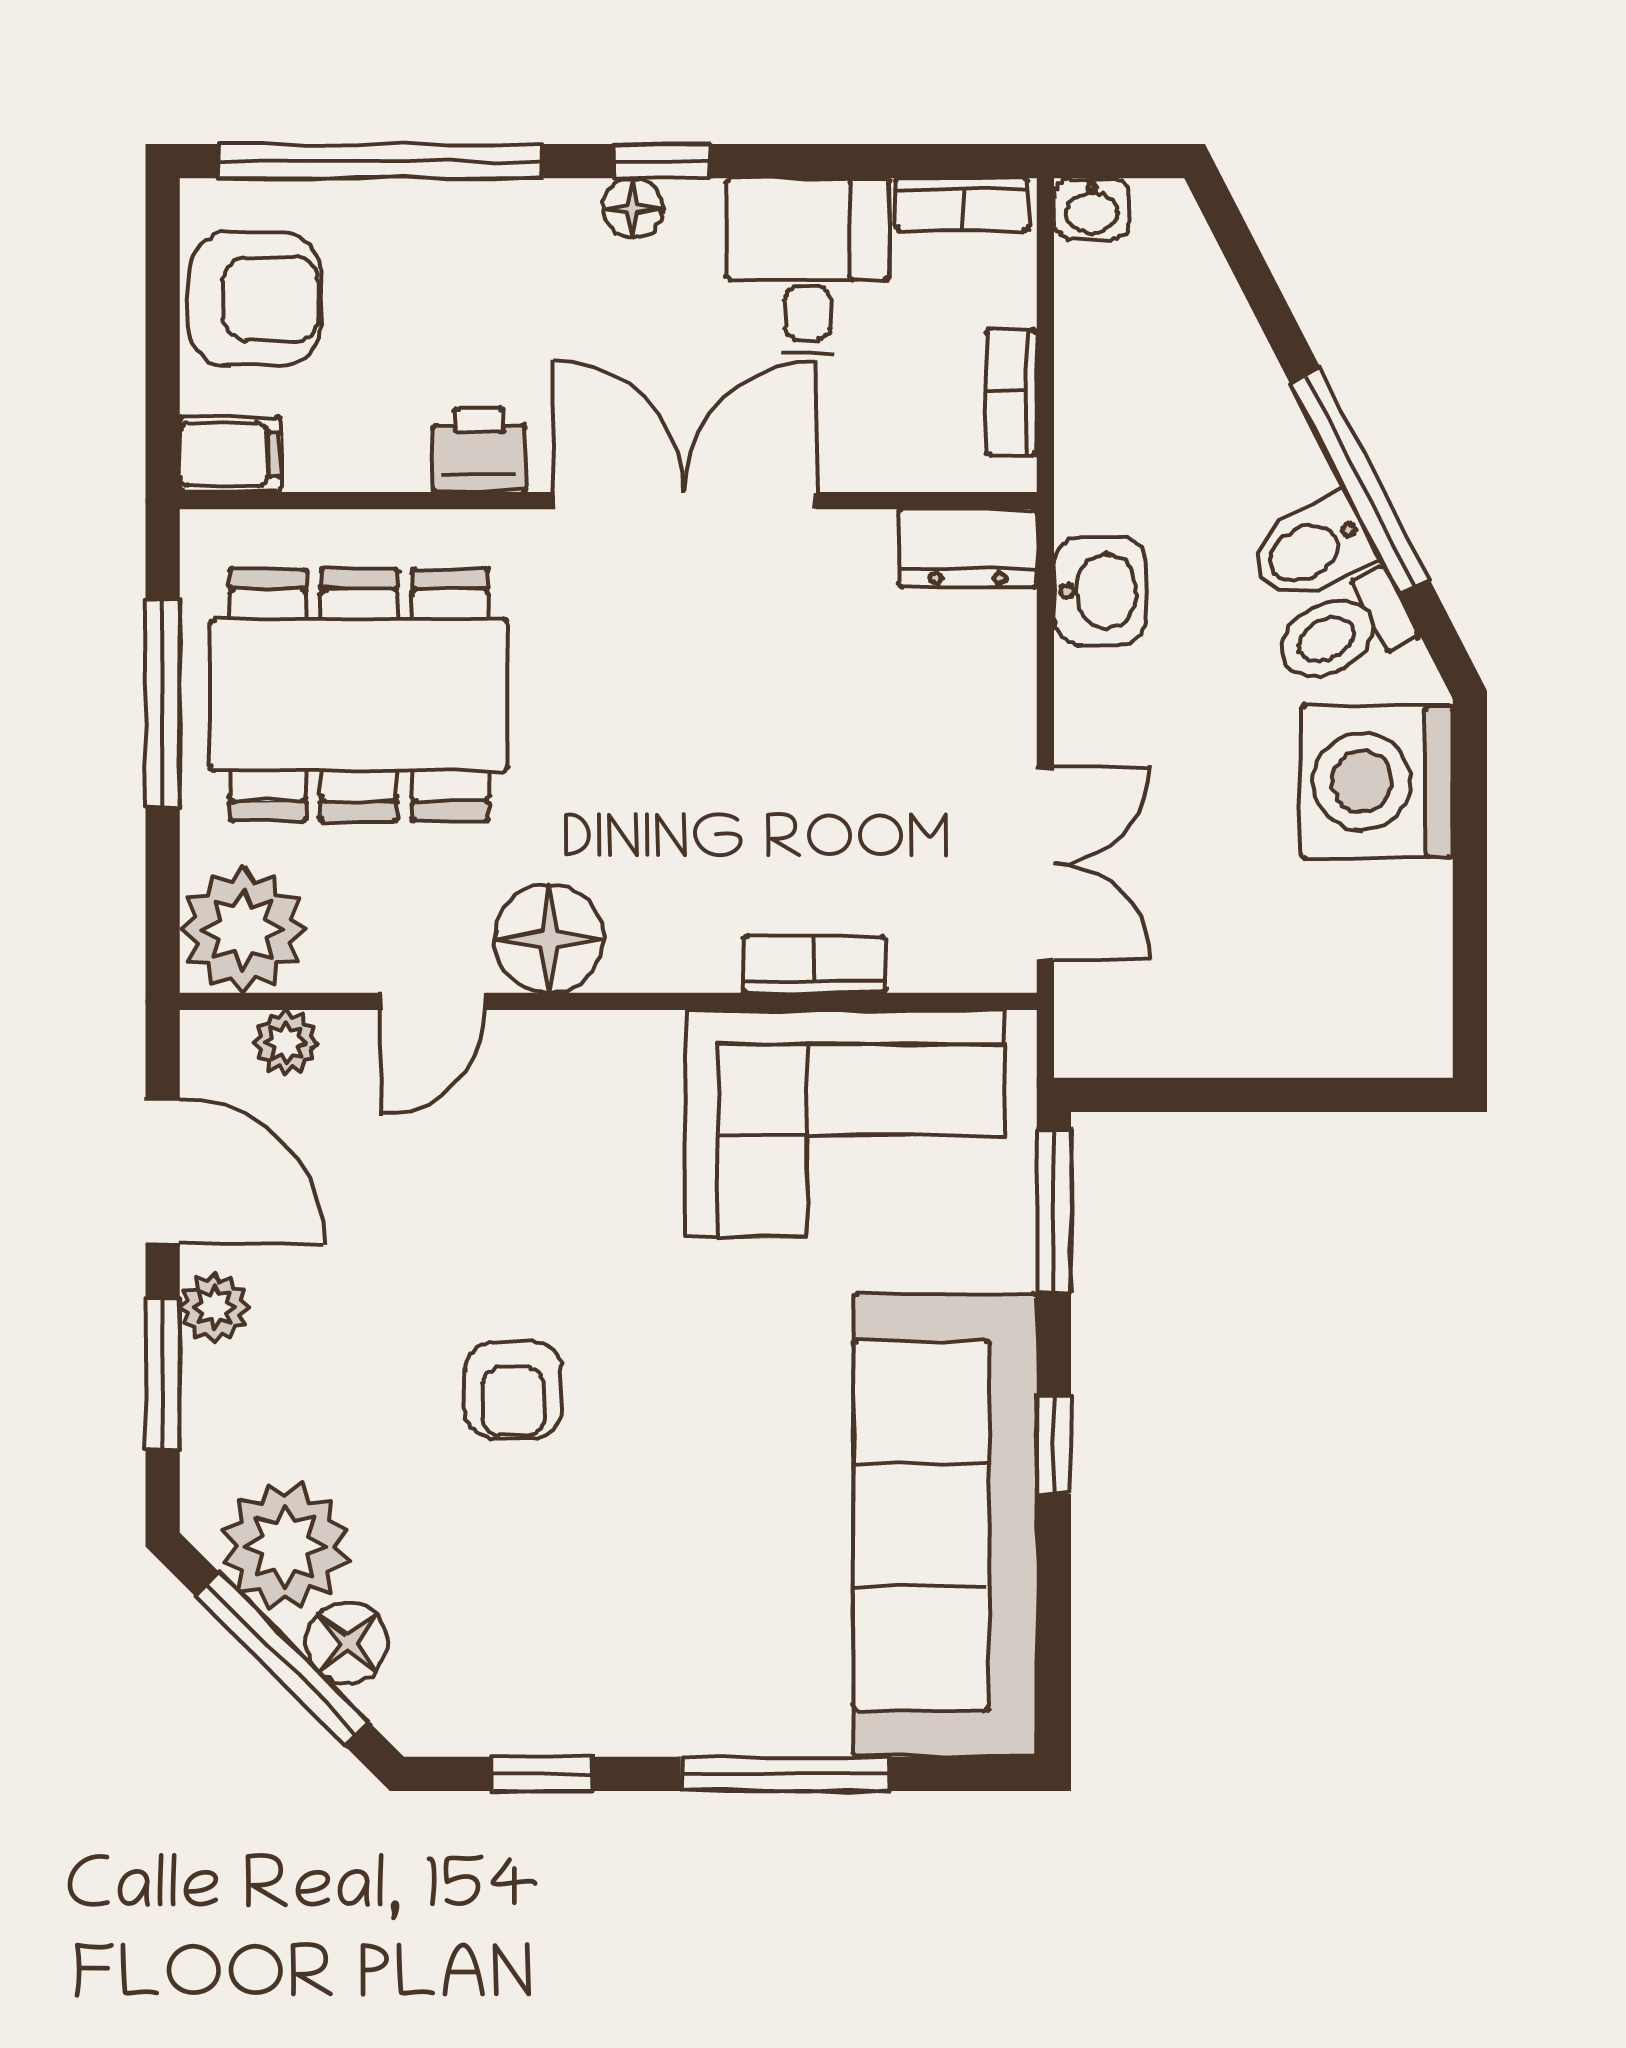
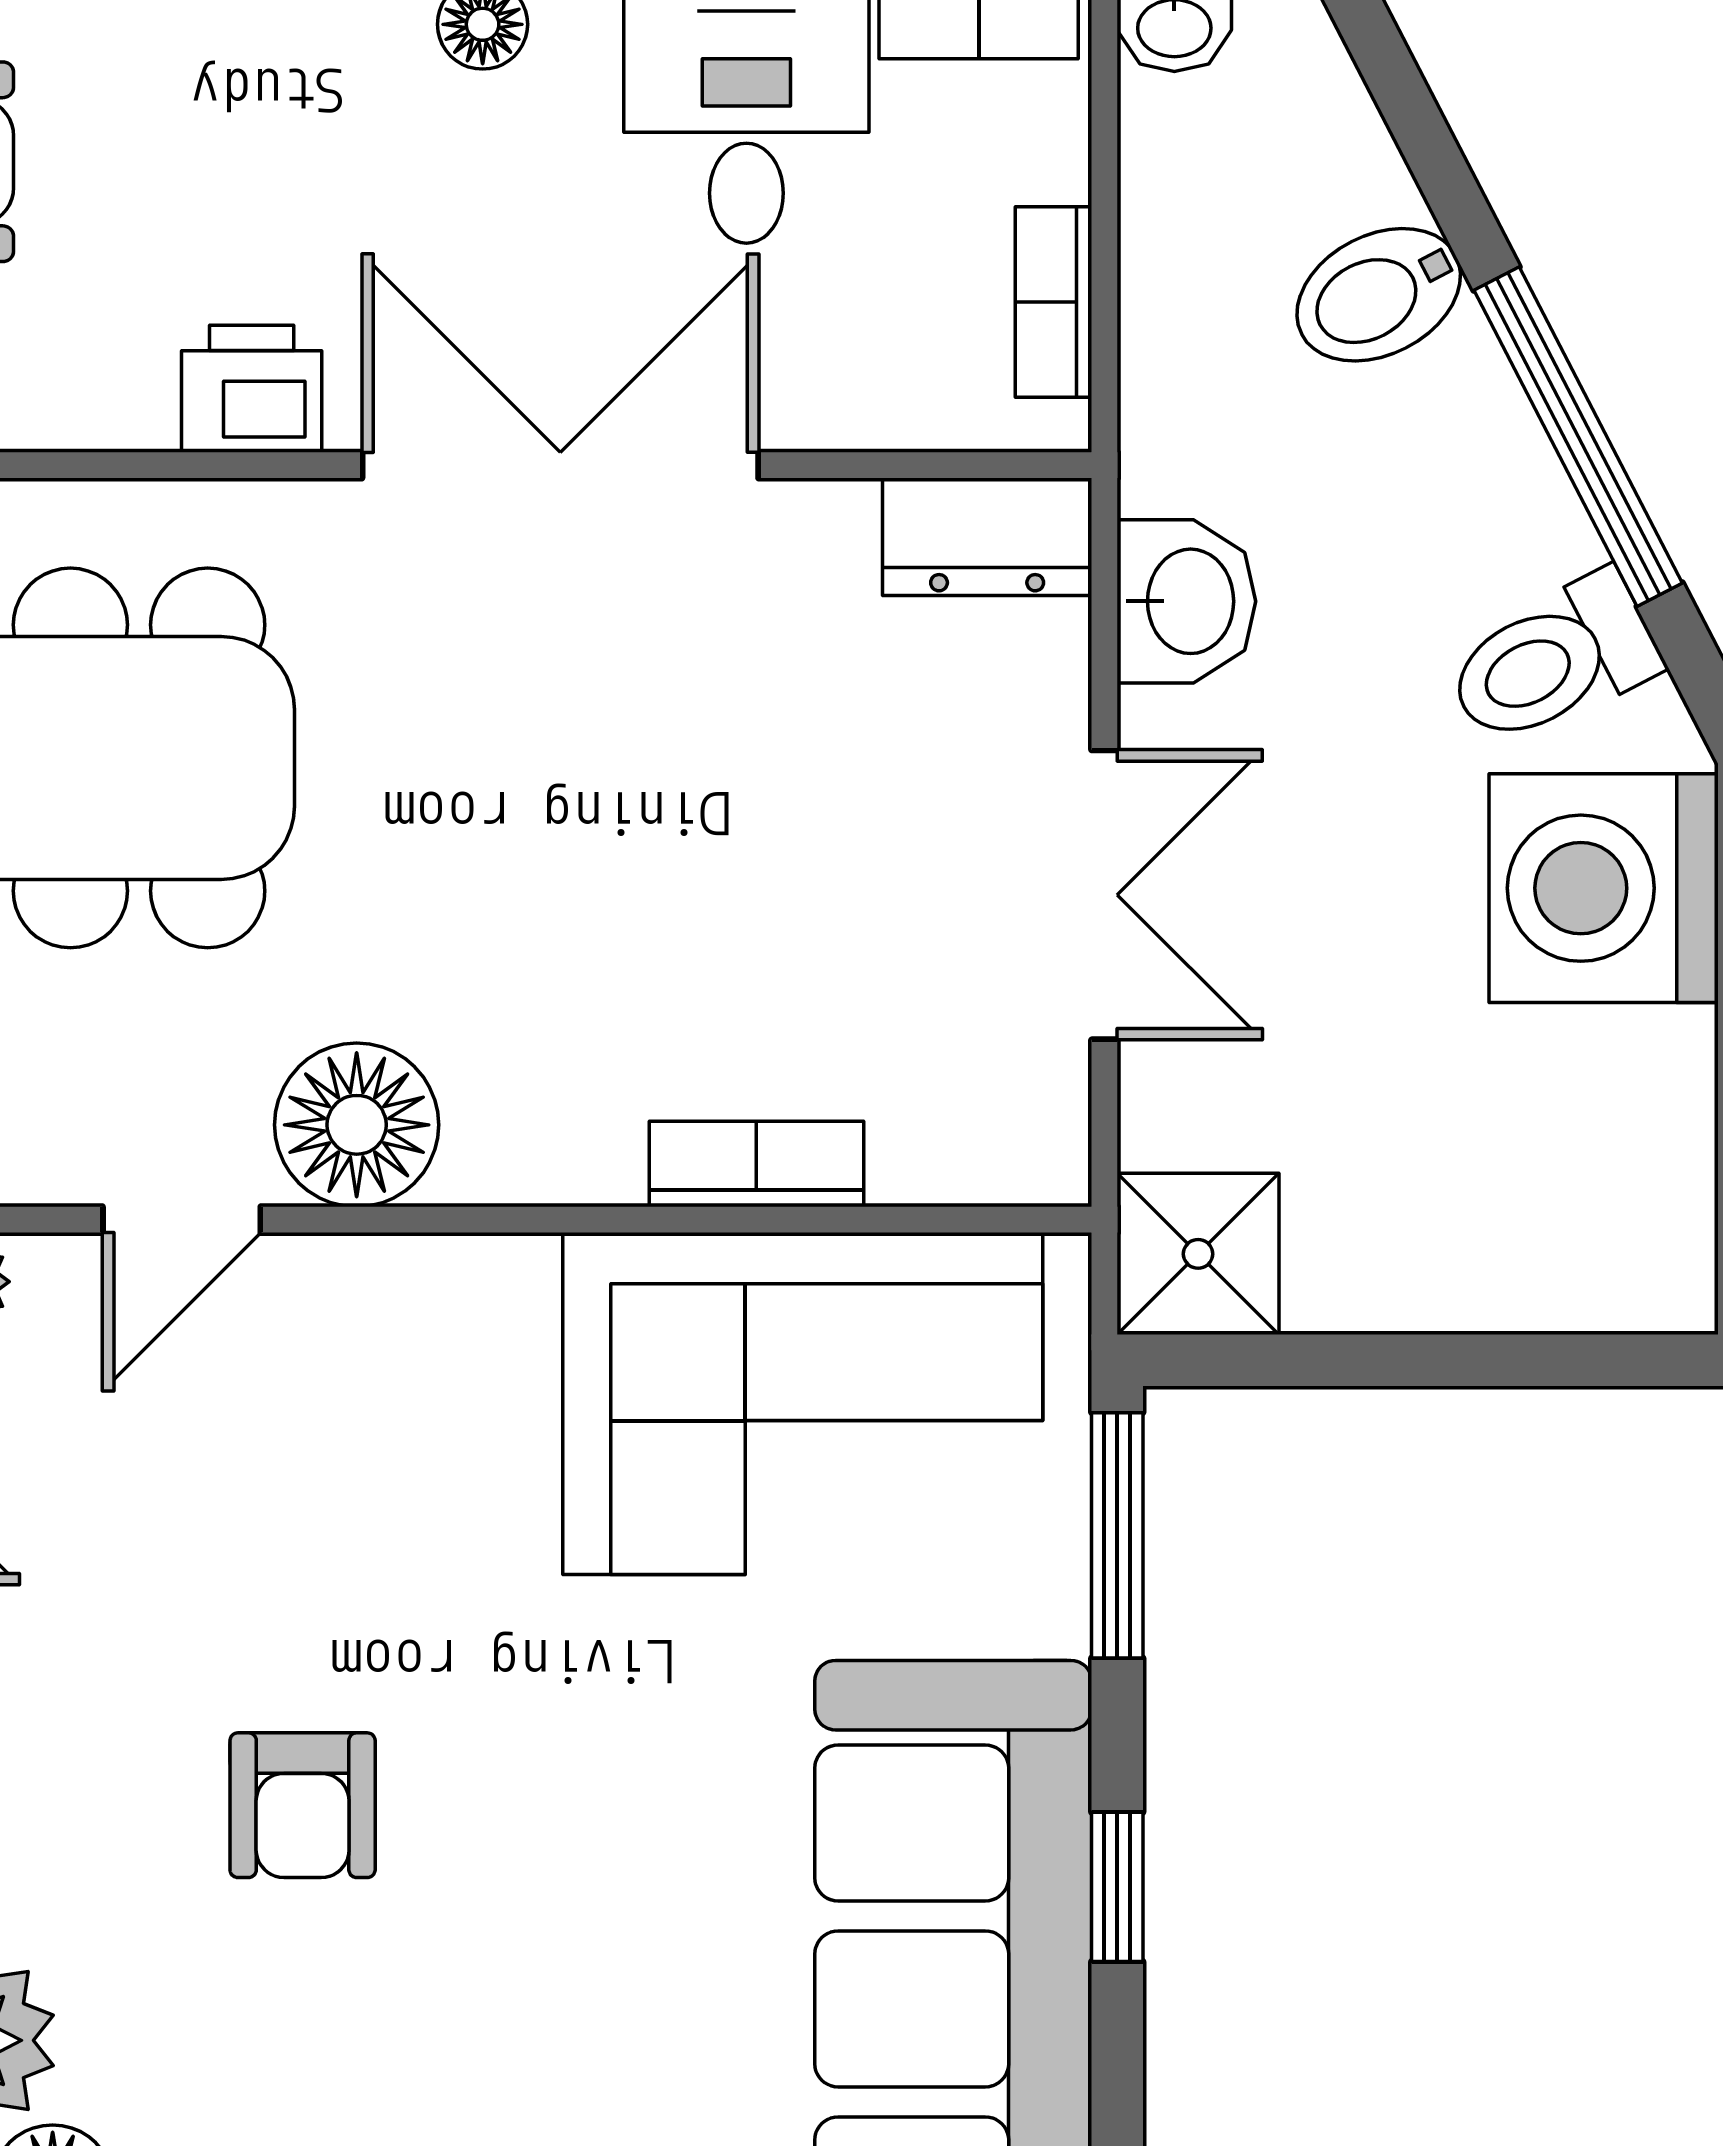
bidet: (1311, 549) -> (1379, 295), moved
double door: (1045, 863) -> (1104, 895), moved
shower: (1108, 1024) -> (1198, 1254), added

